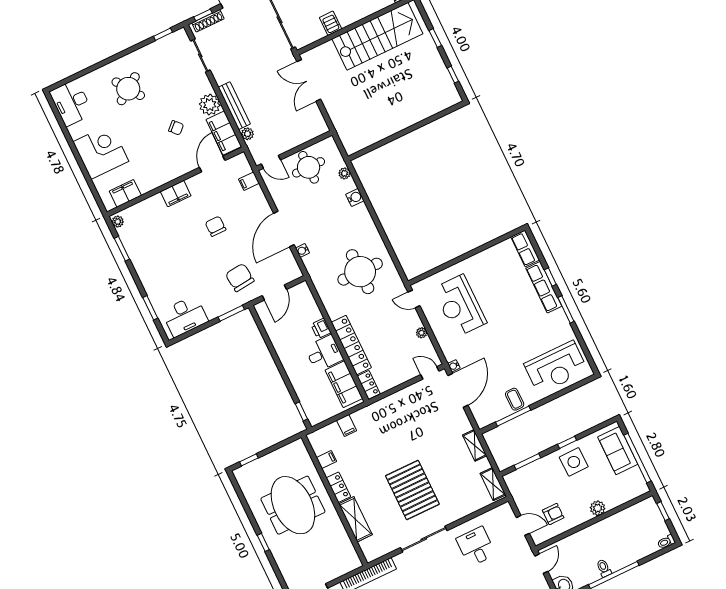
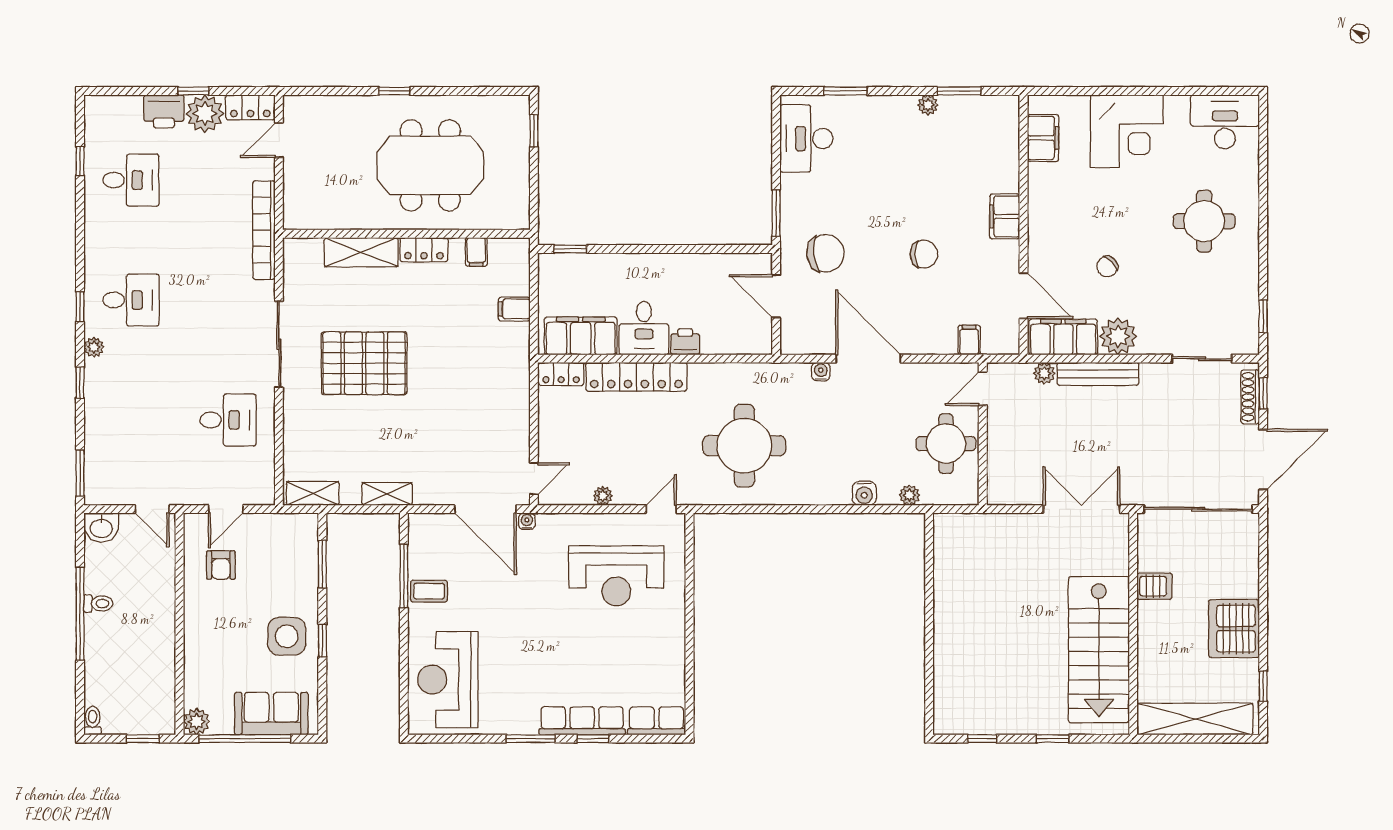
round table: (128, 89) -> (1204, 221), turned 35
plant: (118, 222) -> (928, 105), moved
reception desk: (460, 306) -> (616, 576), turned 180
plant: (598, 508) -> (197, 722), moved

